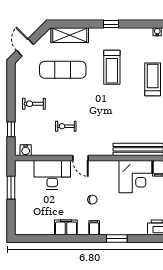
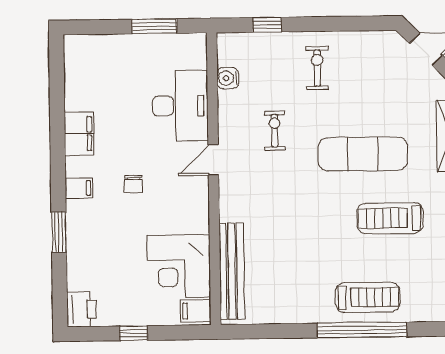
exercise mat: (63, 70) -> (363, 154), moved, turned 90
water cooler: (26, 150) -> (228, 78), moved

